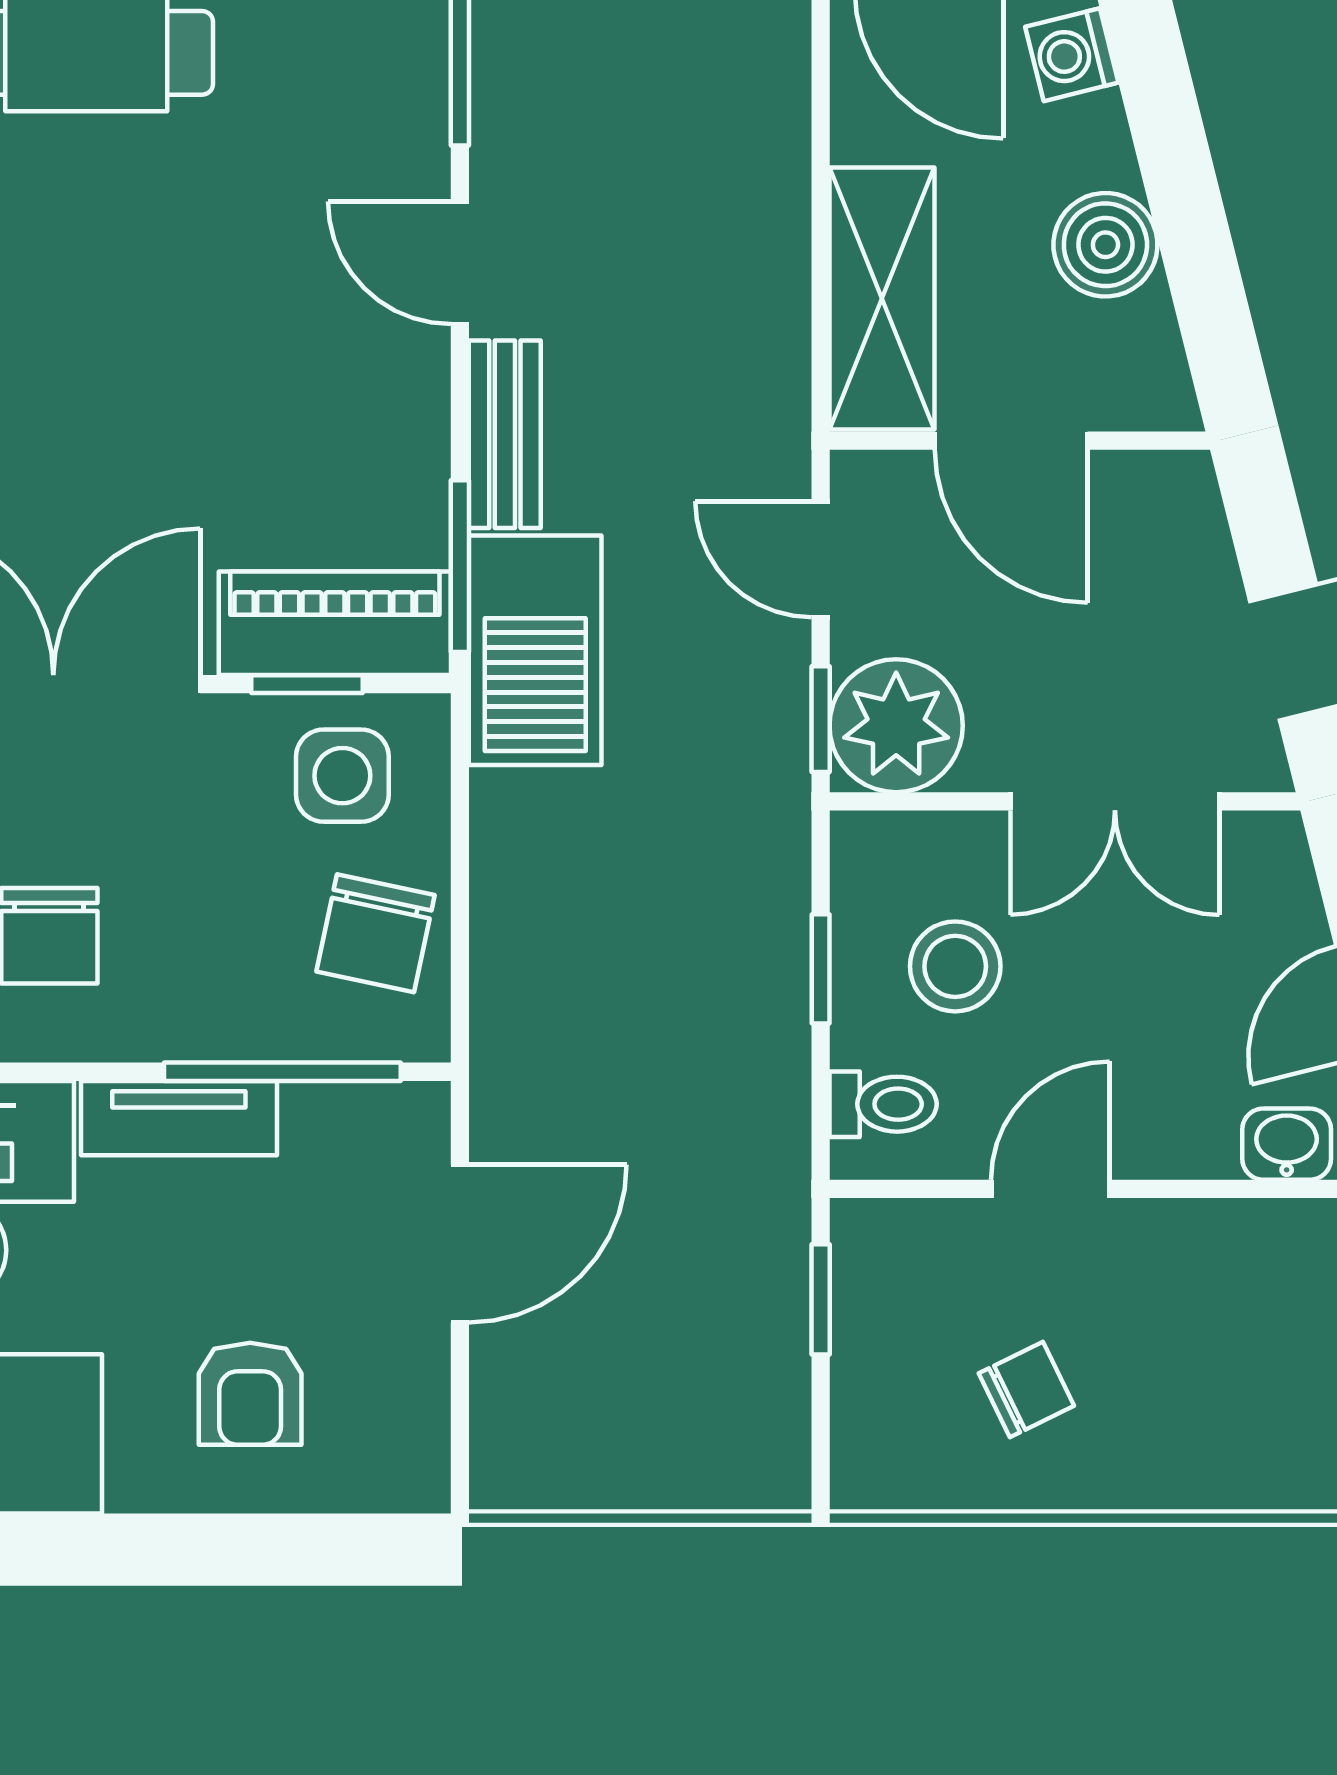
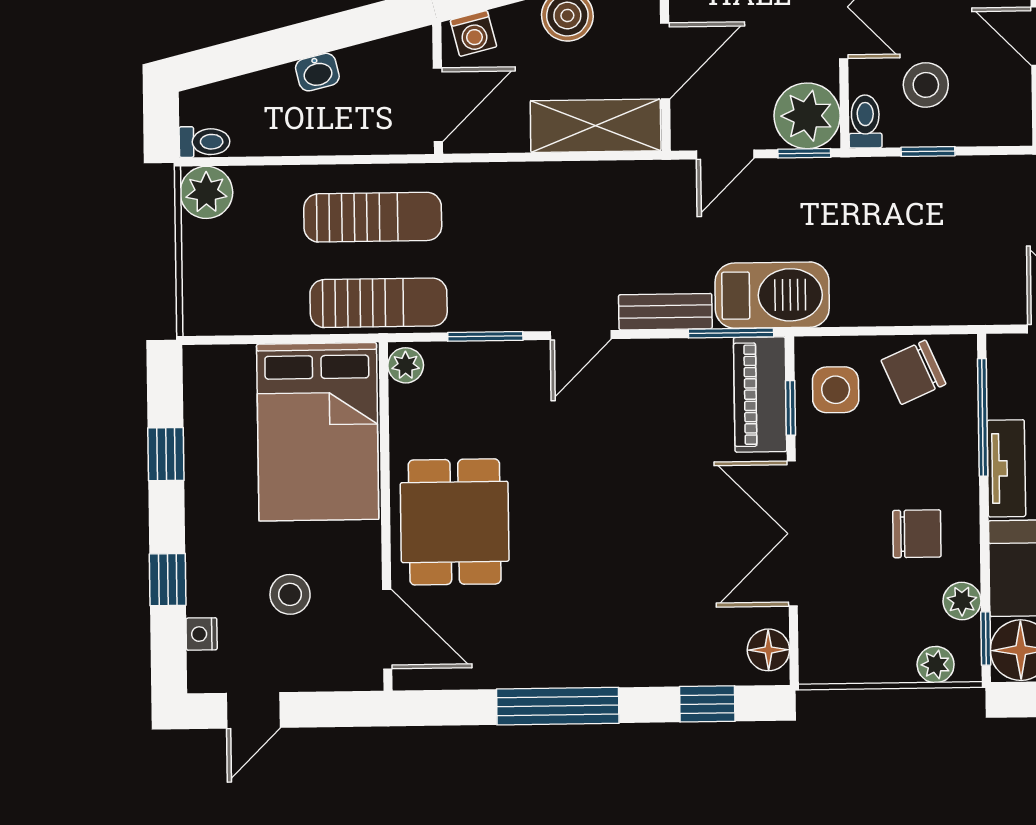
chair: (375, 933) -> (913, 372), turned 144
toilet: (883, 1104) -> (865, 121), moved

